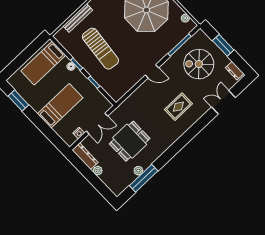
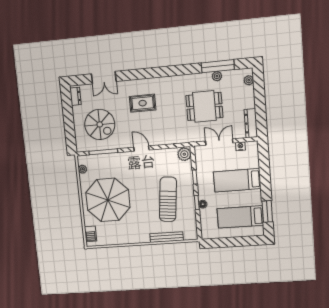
window: (223, 45) -> (69, 124), removed
bed: (43, 63) -> (240, 217), moved, turned 180
plant: (116, 93) -> (184, 154), added
plant: (98, 171) -> (249, 80), moved

